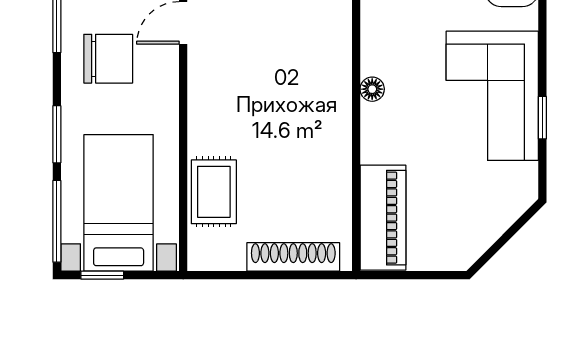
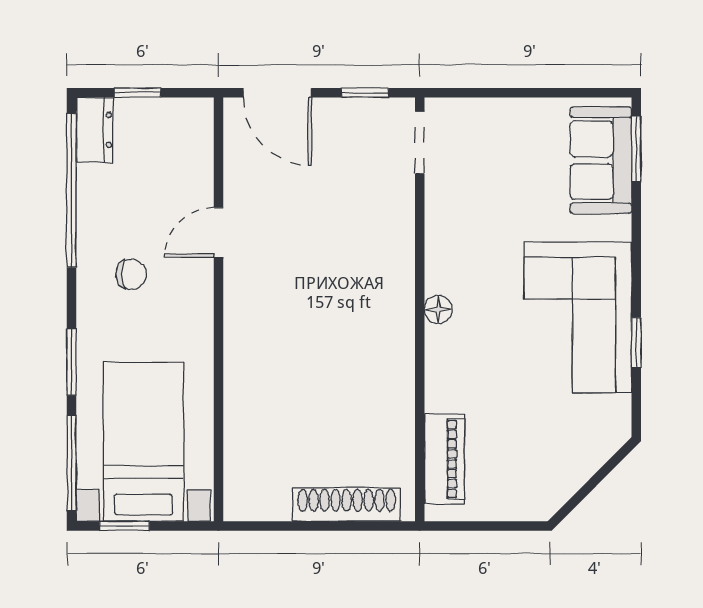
chair: (108, 59) -> (131, 274), width x0.54, depth x0.54
rug: (214, 192) -> (254, 429), removed
piano: (383, 218) -> (444, 459), width x0.73, depth x0.75

